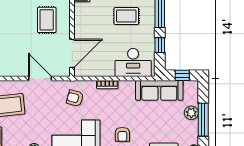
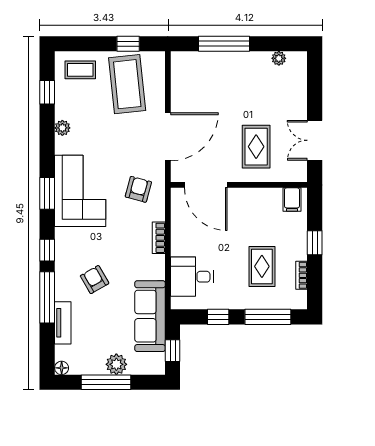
rug: (47, 20) -> (256, 147), turned 90
desk: (133, 63) -> (192, 277), width x0.73
door: (40, 79) -> (168, 137), width x1.36
armchair: (122, 134) -> (95, 280), moved, turned 60

